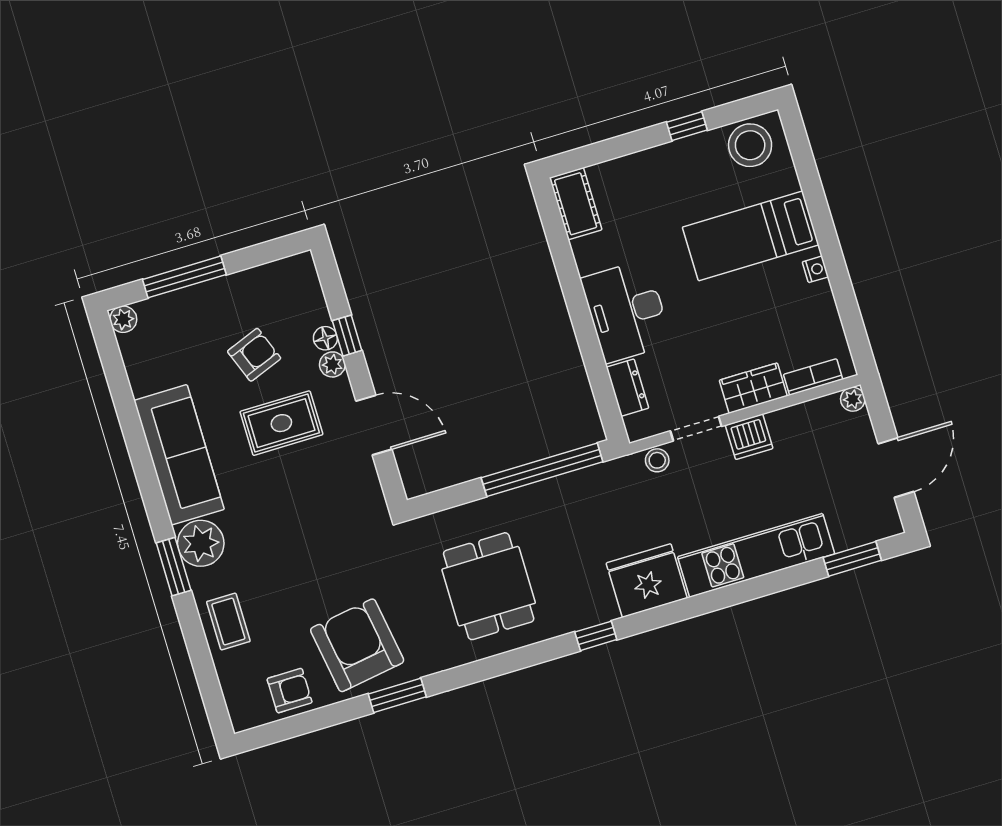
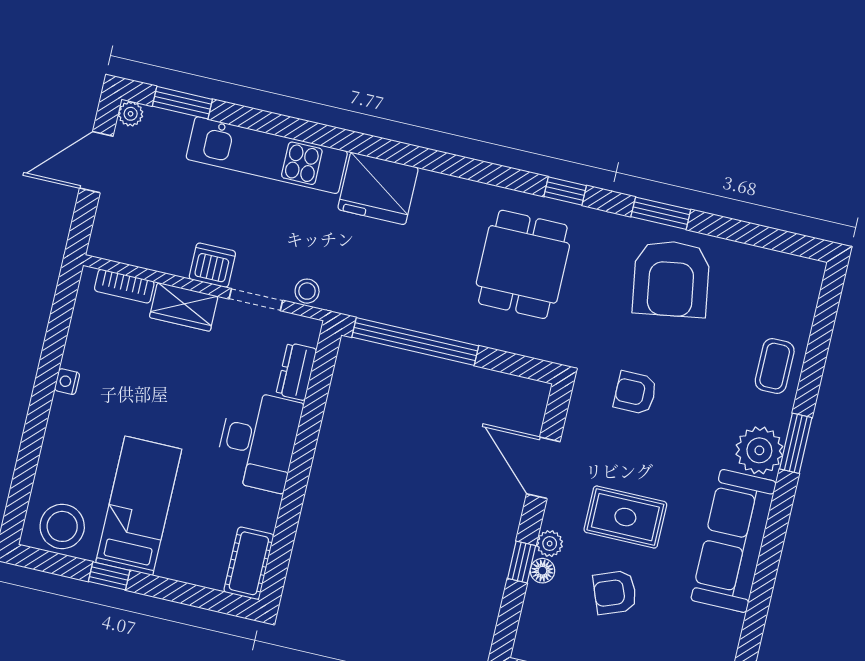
bed: (751, 236) -> (139, 506), moved, turned -90
plant: (853, 399) -> (131, 114), moved
window: (596, 636) -> (565, 191), moved
armchair: (290, 691) -> (635, 393), moved

